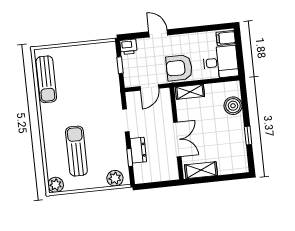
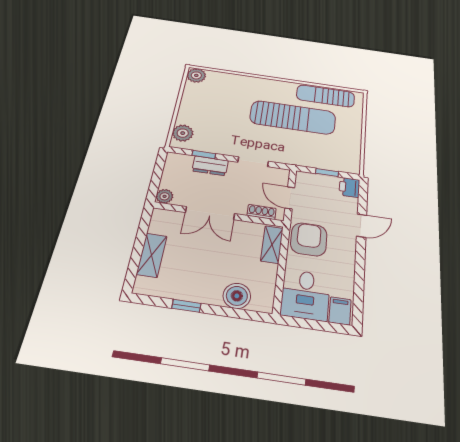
shoe rack: (167, 105) -> (262, 212), added
sun lounger: (76, 151) -> (293, 117), moved, width x1.36, depth x1.34
shelving: (201, 170) -> (152, 255), moved
plant: (173, 174) -> (165, 196), added

